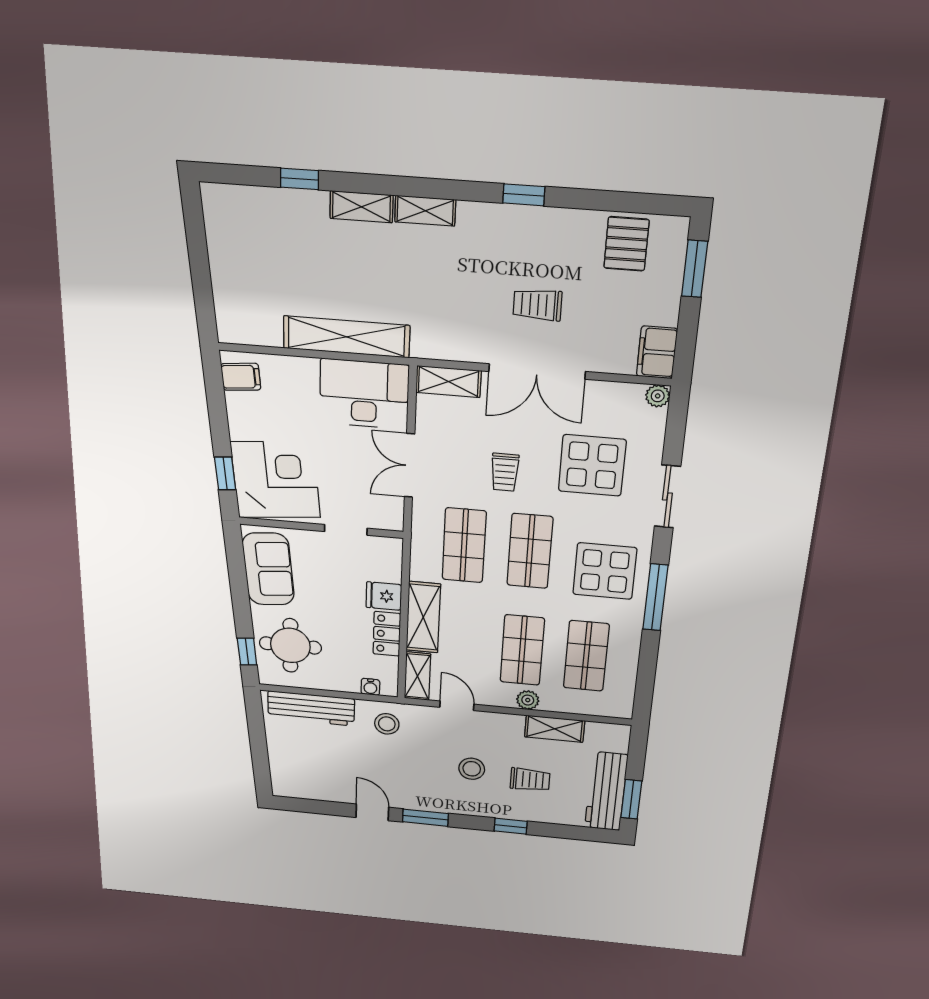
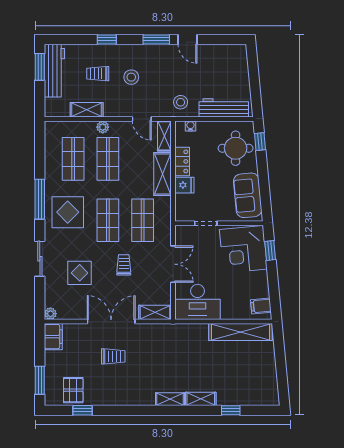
window: (524, 195) -> (82, 410), moved
shelving: (346, 337) -> (240, 332), moved
display table: (592, 465) -> (80, 273), width x0.73, depth x0.73

